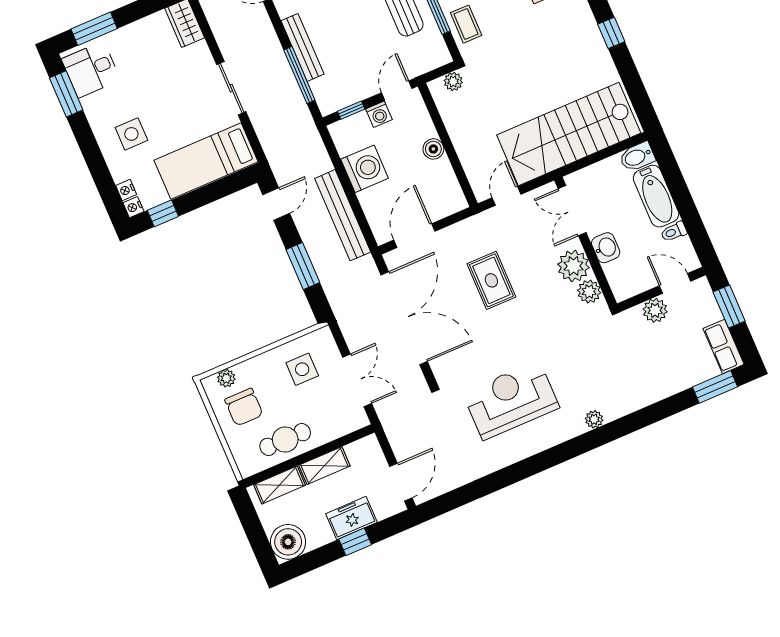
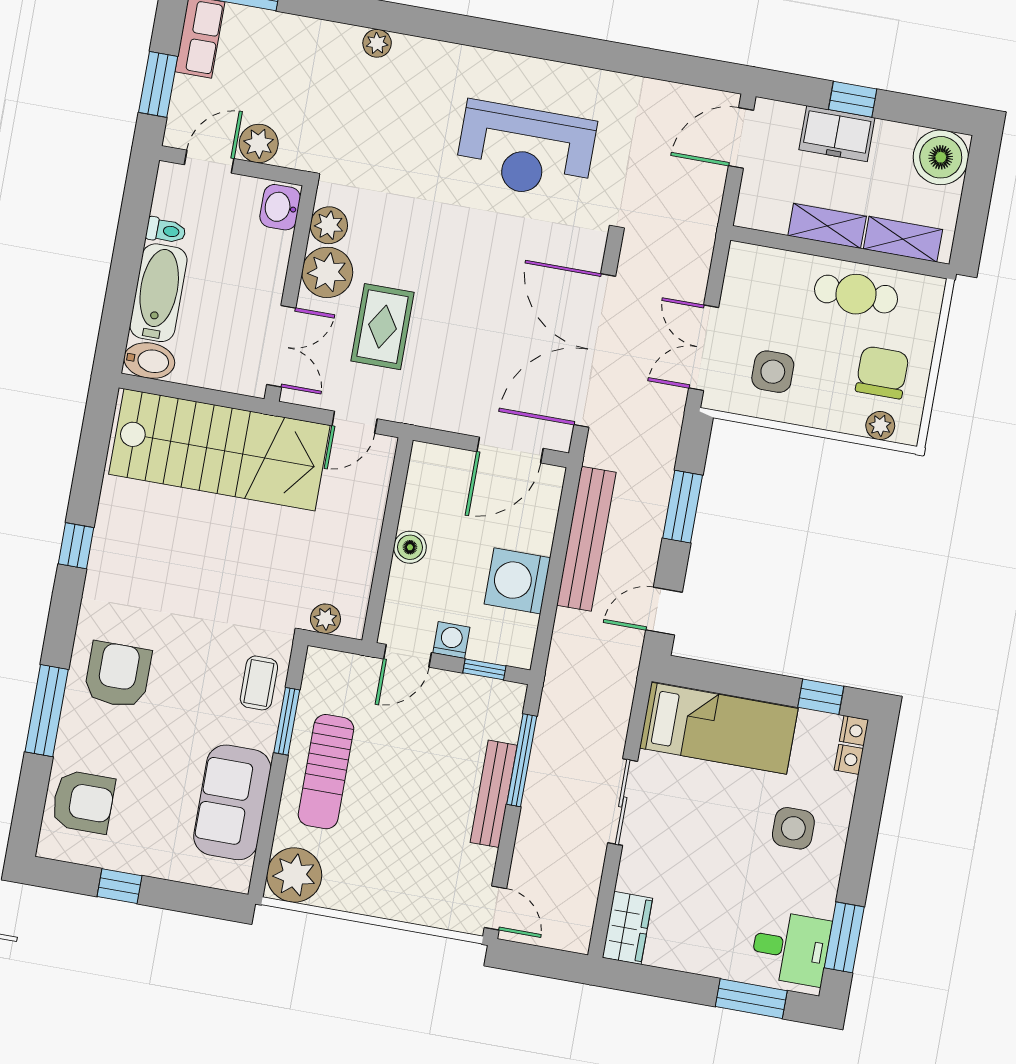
washbasin: (606, 248) -> (280, 207), moved
rug: (491, 280) -> (382, 327), moved
door: (675, 283) -> (209, 162), swing flipped
double door: (357, 380) -> (704, 348), moved
plant: (594, 419) -> (377, 43), moved

